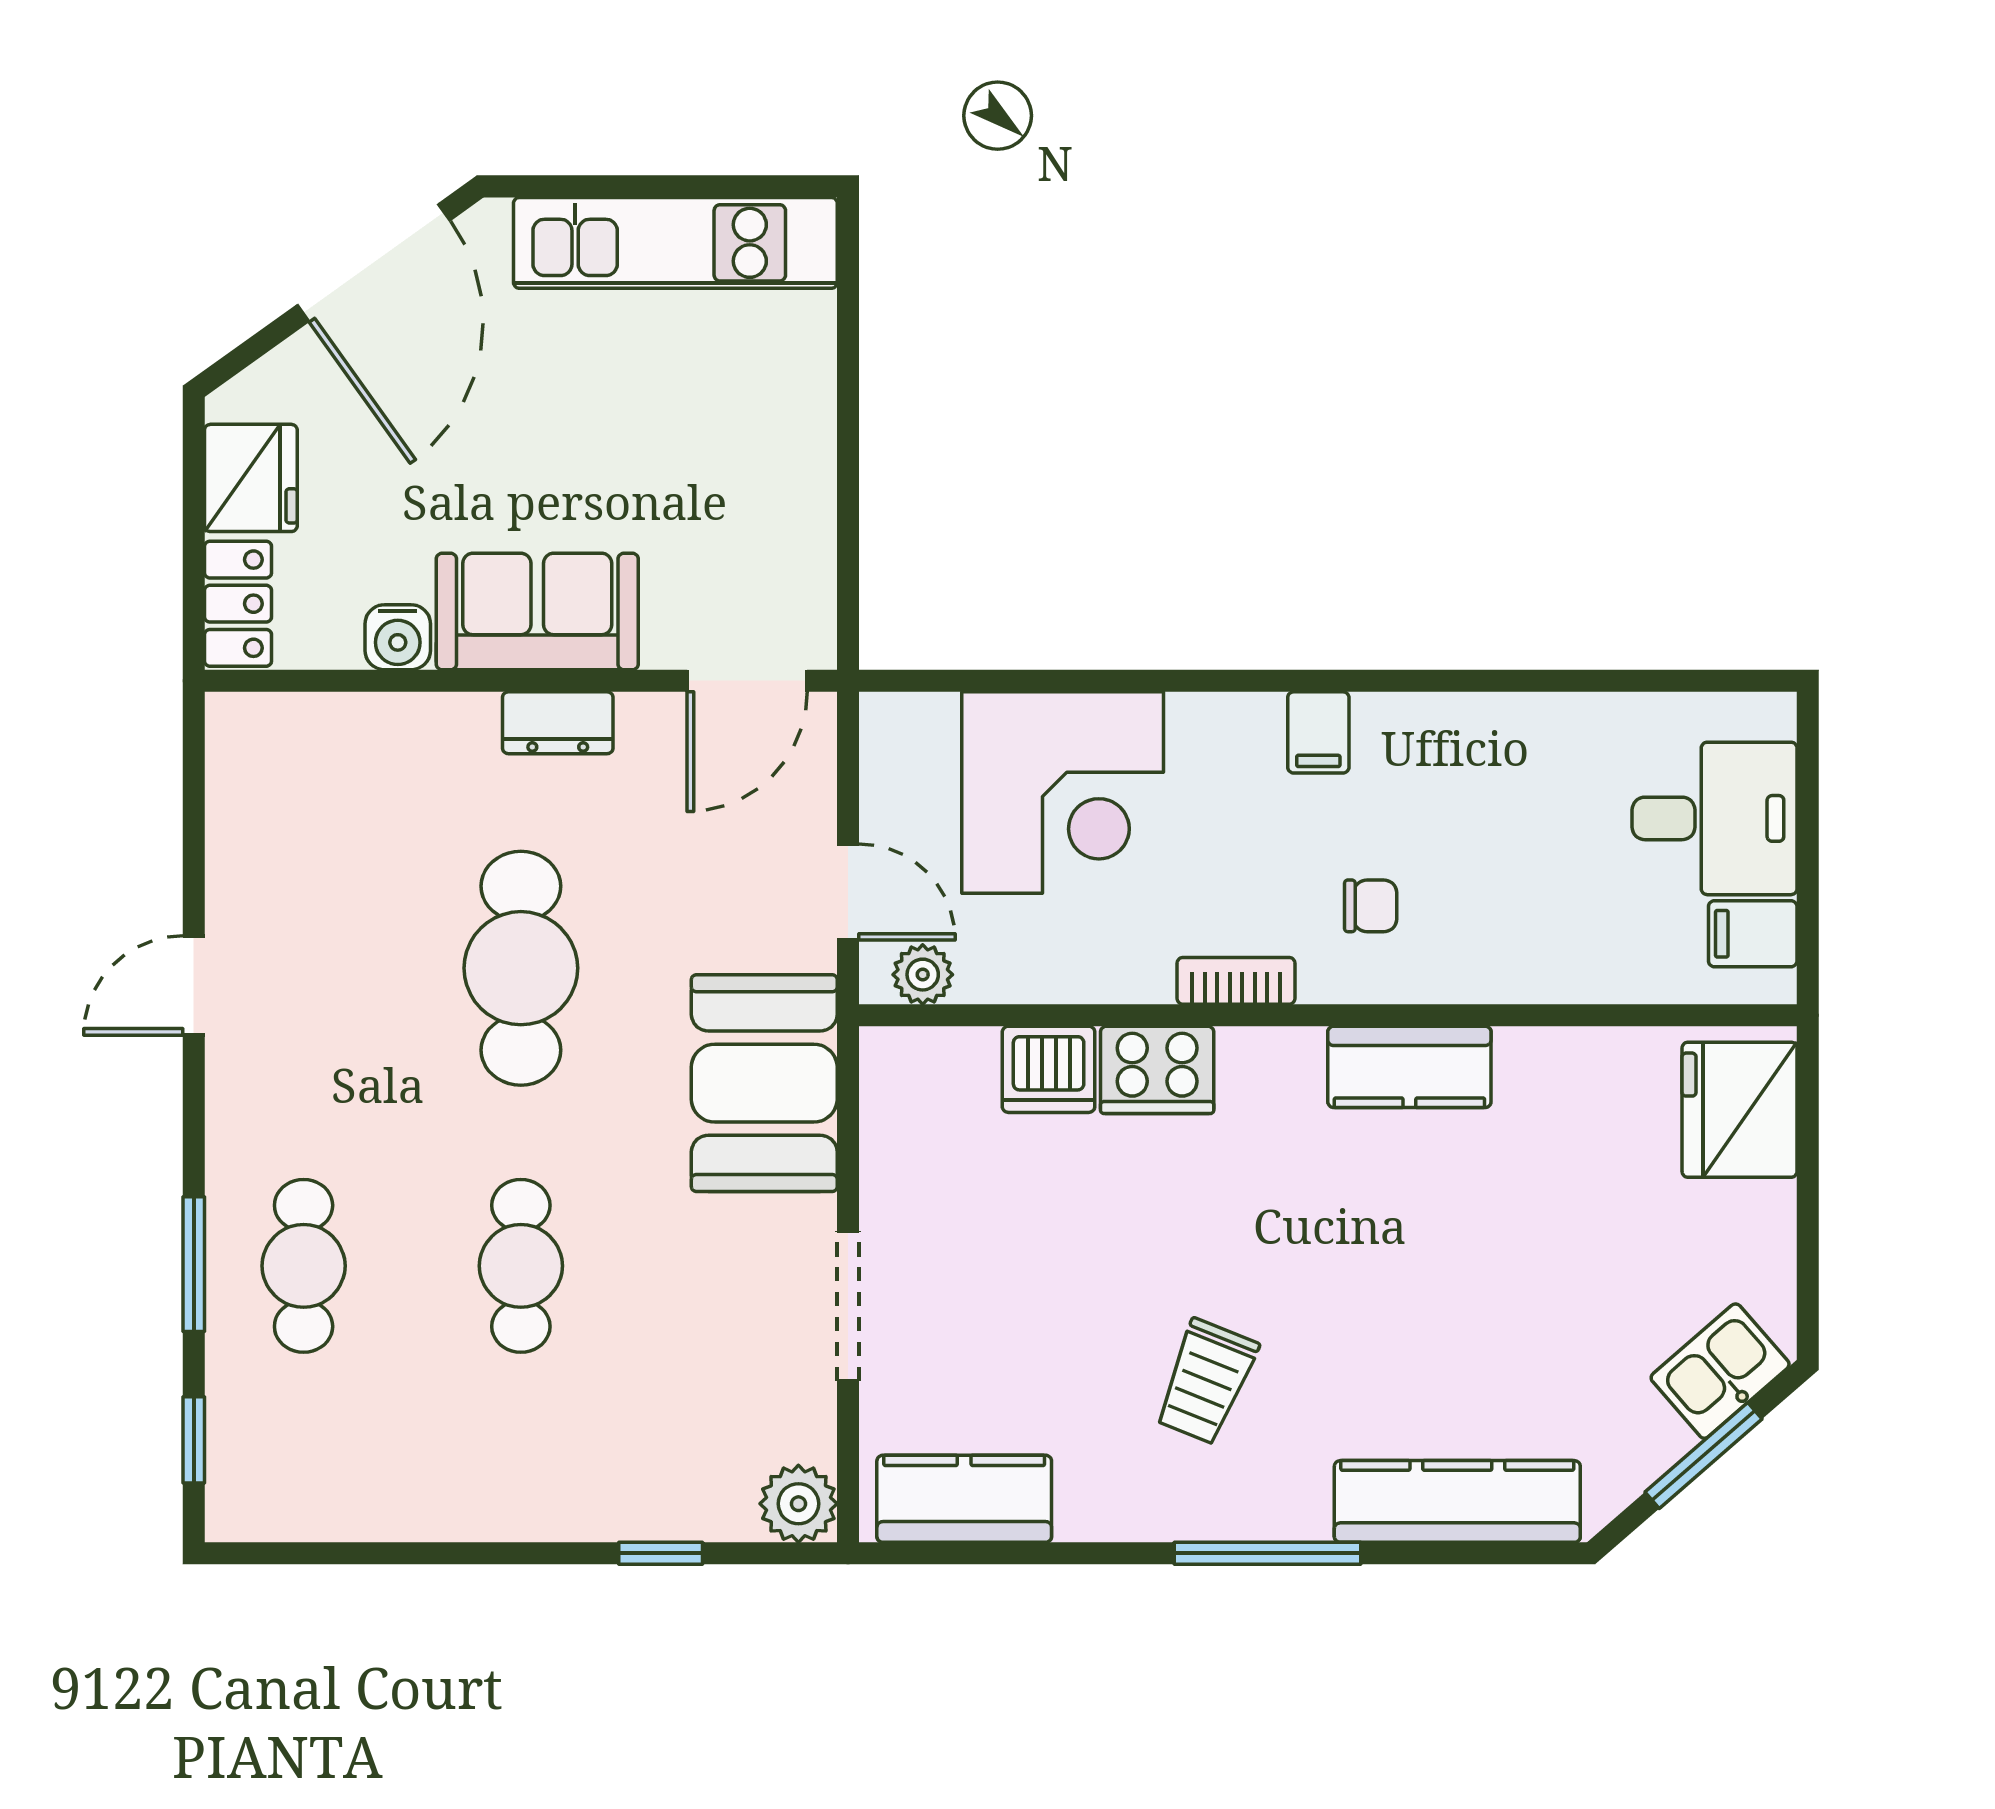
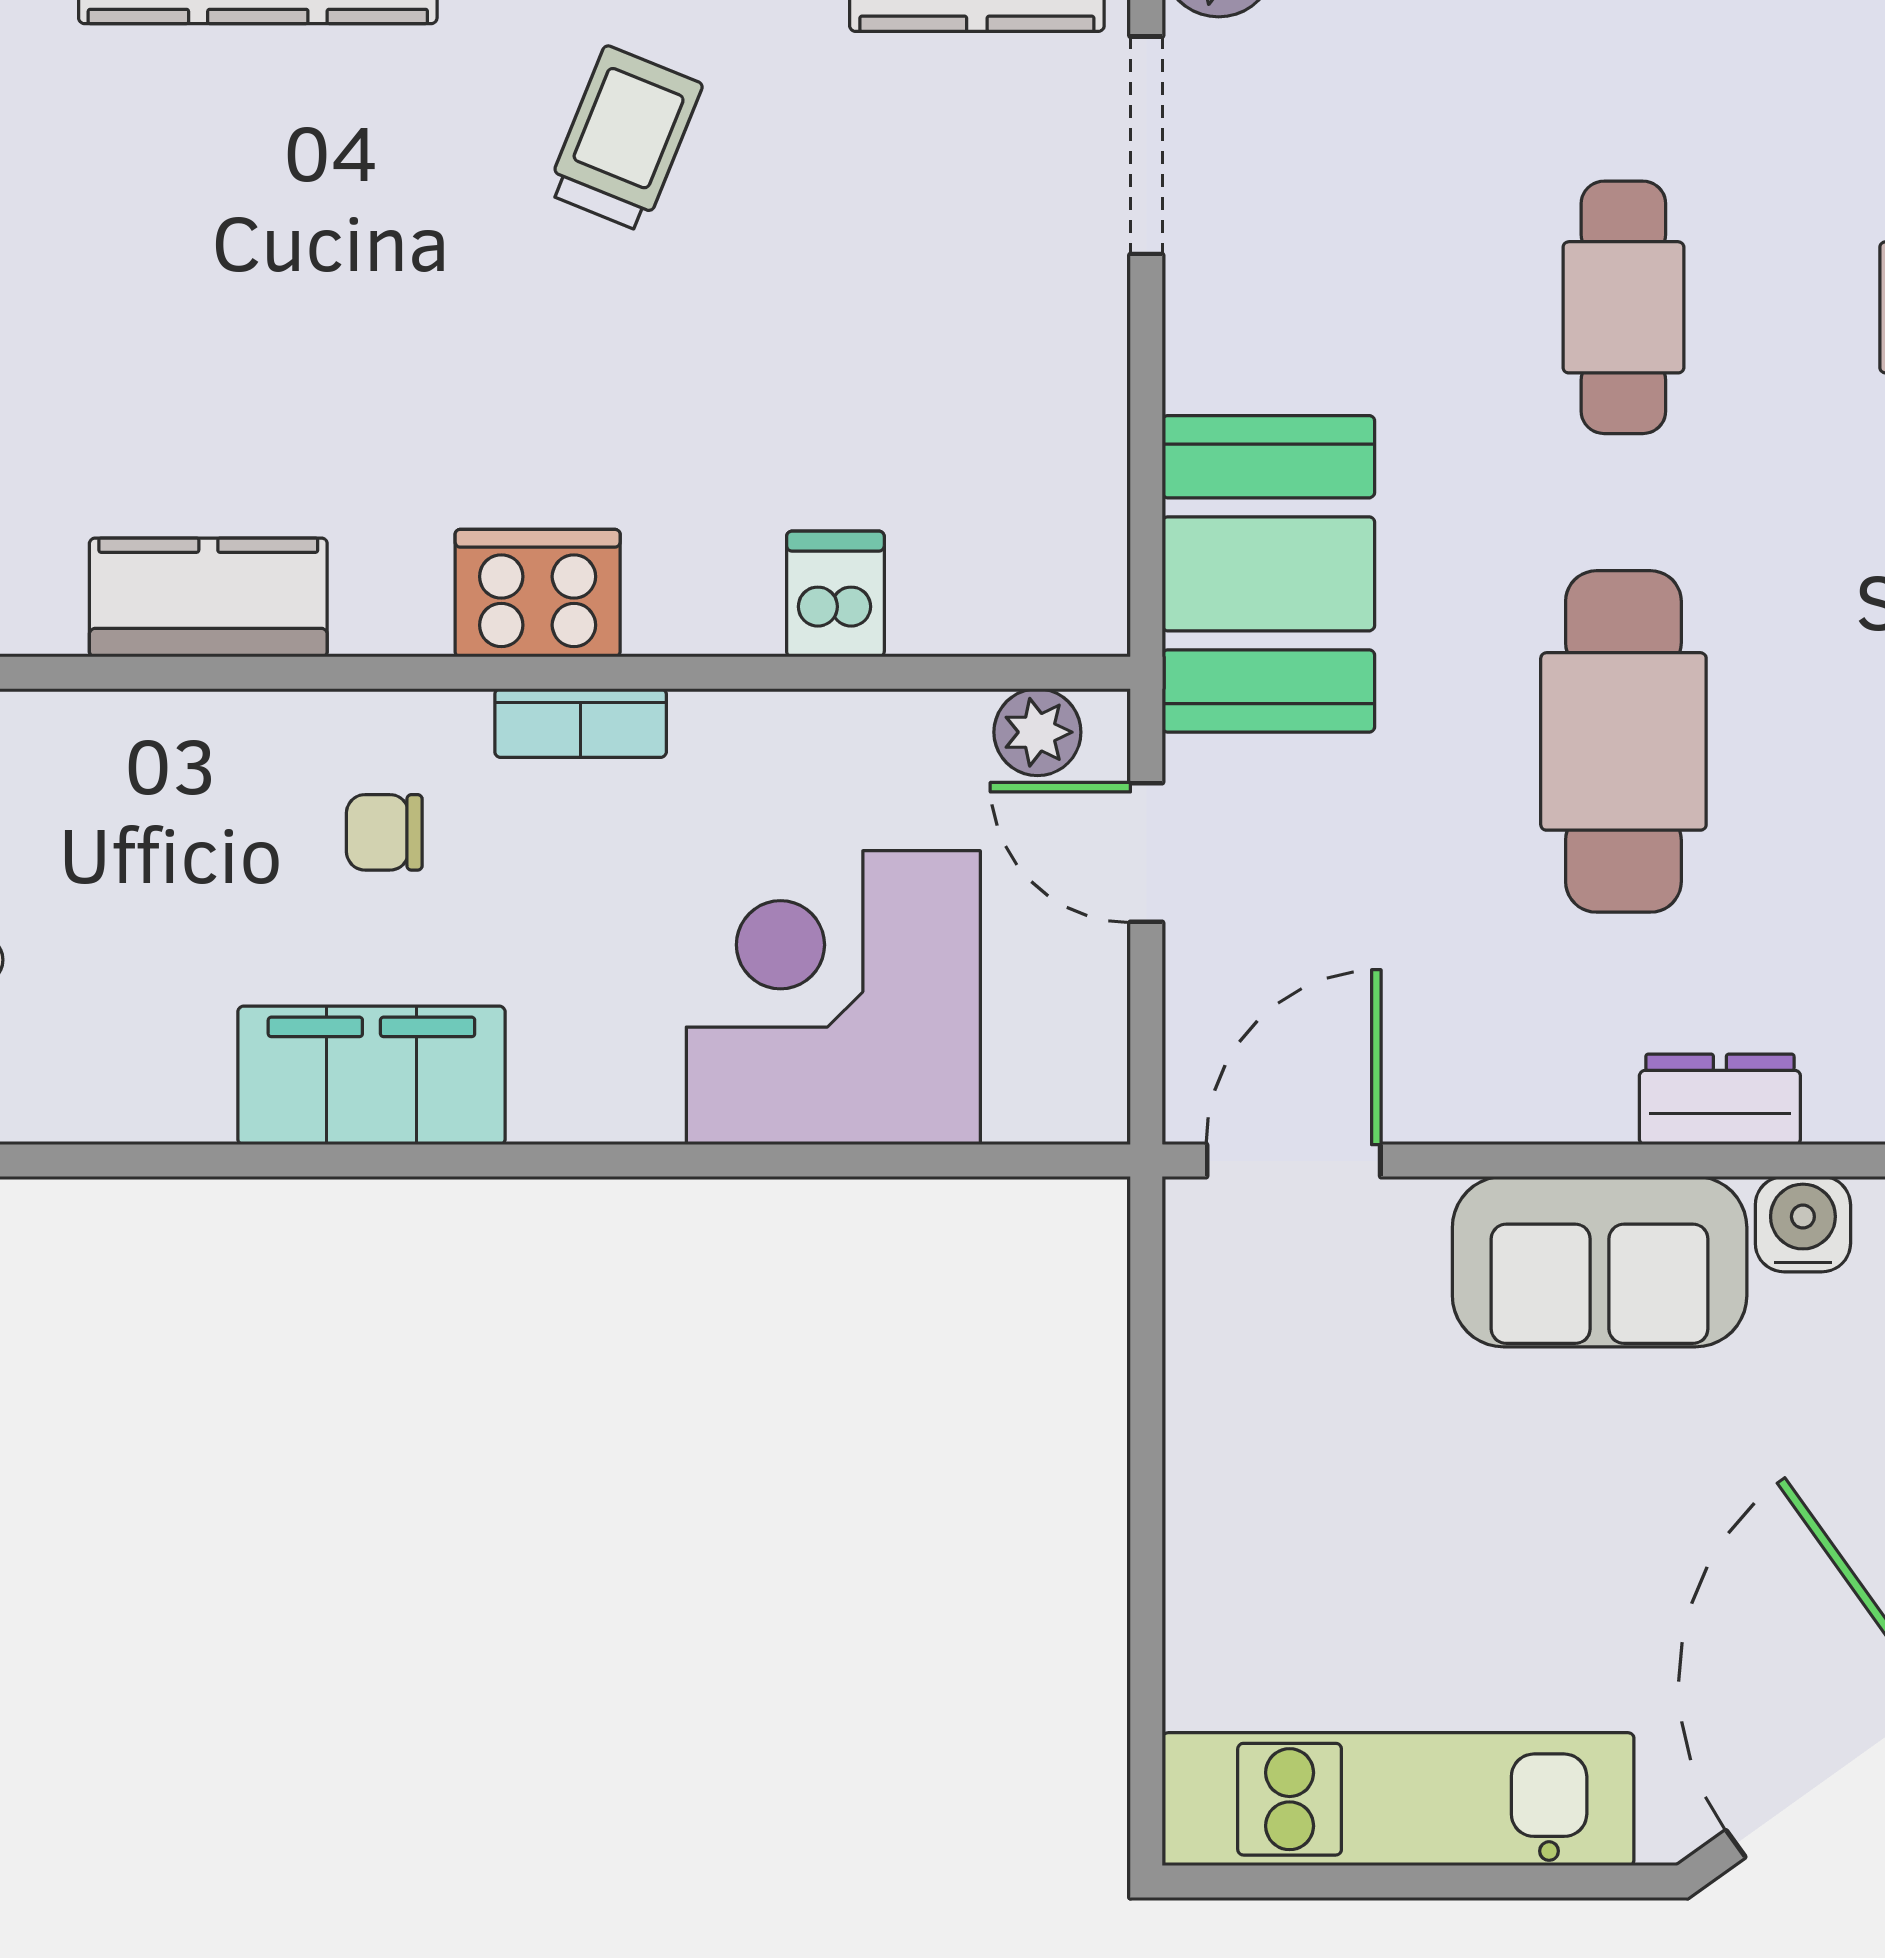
dresser: (558, 723) -> (1720, 1099), moved
filing cabinet: (1318, 732) -> (371, 1075), width x3.00, depth x1.17
kitchen counter: (1409, 1067) -> (208, 597), moved
dishwasher: (1049, 1069) -> (835, 594), width x0.73
cooker: (1157, 1070) -> (538, 593), moved
doorway: (848, 1306) -> (1146, 145), moved

